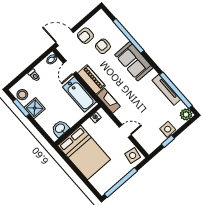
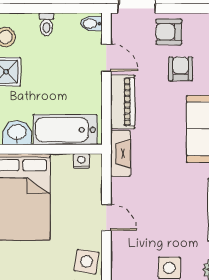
door: (70, 68) -> (106, 58), swing flipped
bathtub: (79, 94) -> (65, 130), moved, turned 90

